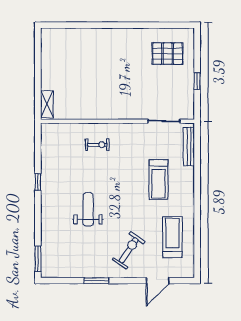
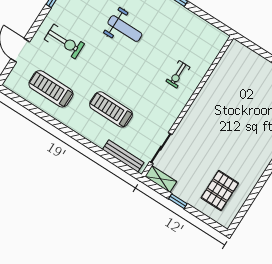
shelving: (47, 104) -> (161, 179), moved
treadmill: (172, 237) -> (51, 89), turned 180
exercise bike: (129, 250) -> (64, 41), turned -34

